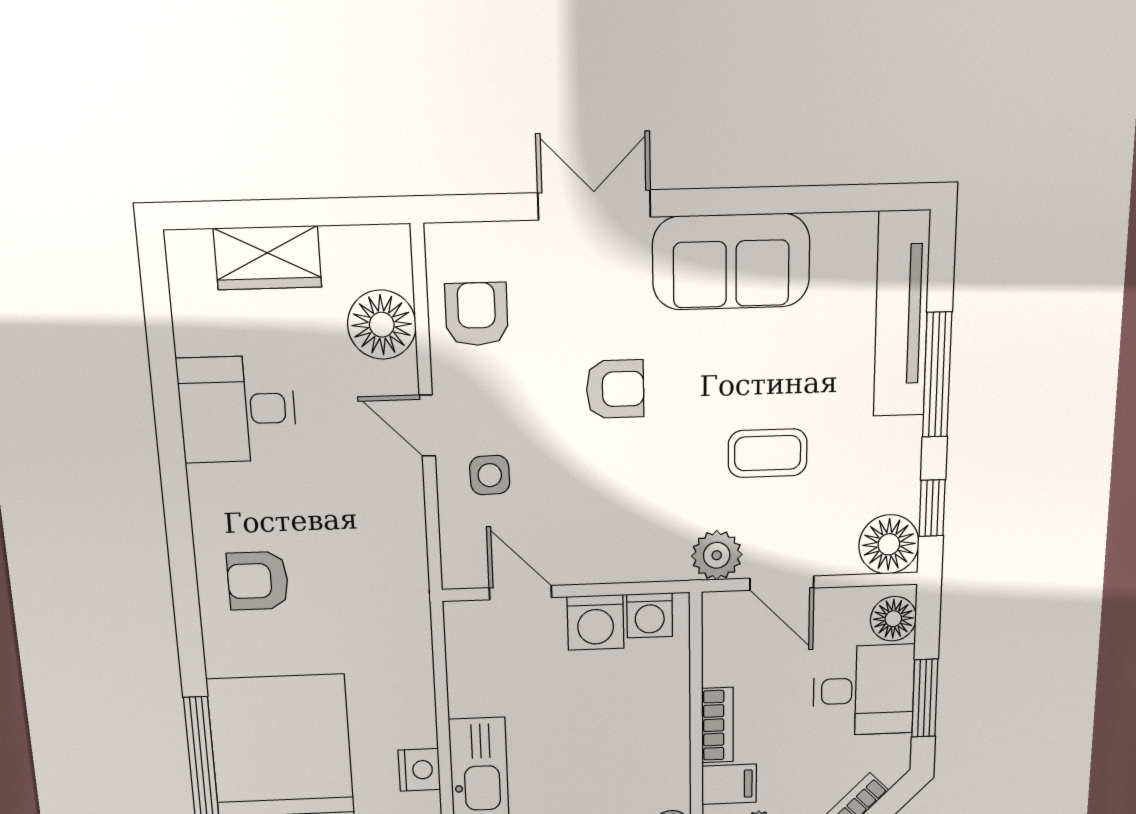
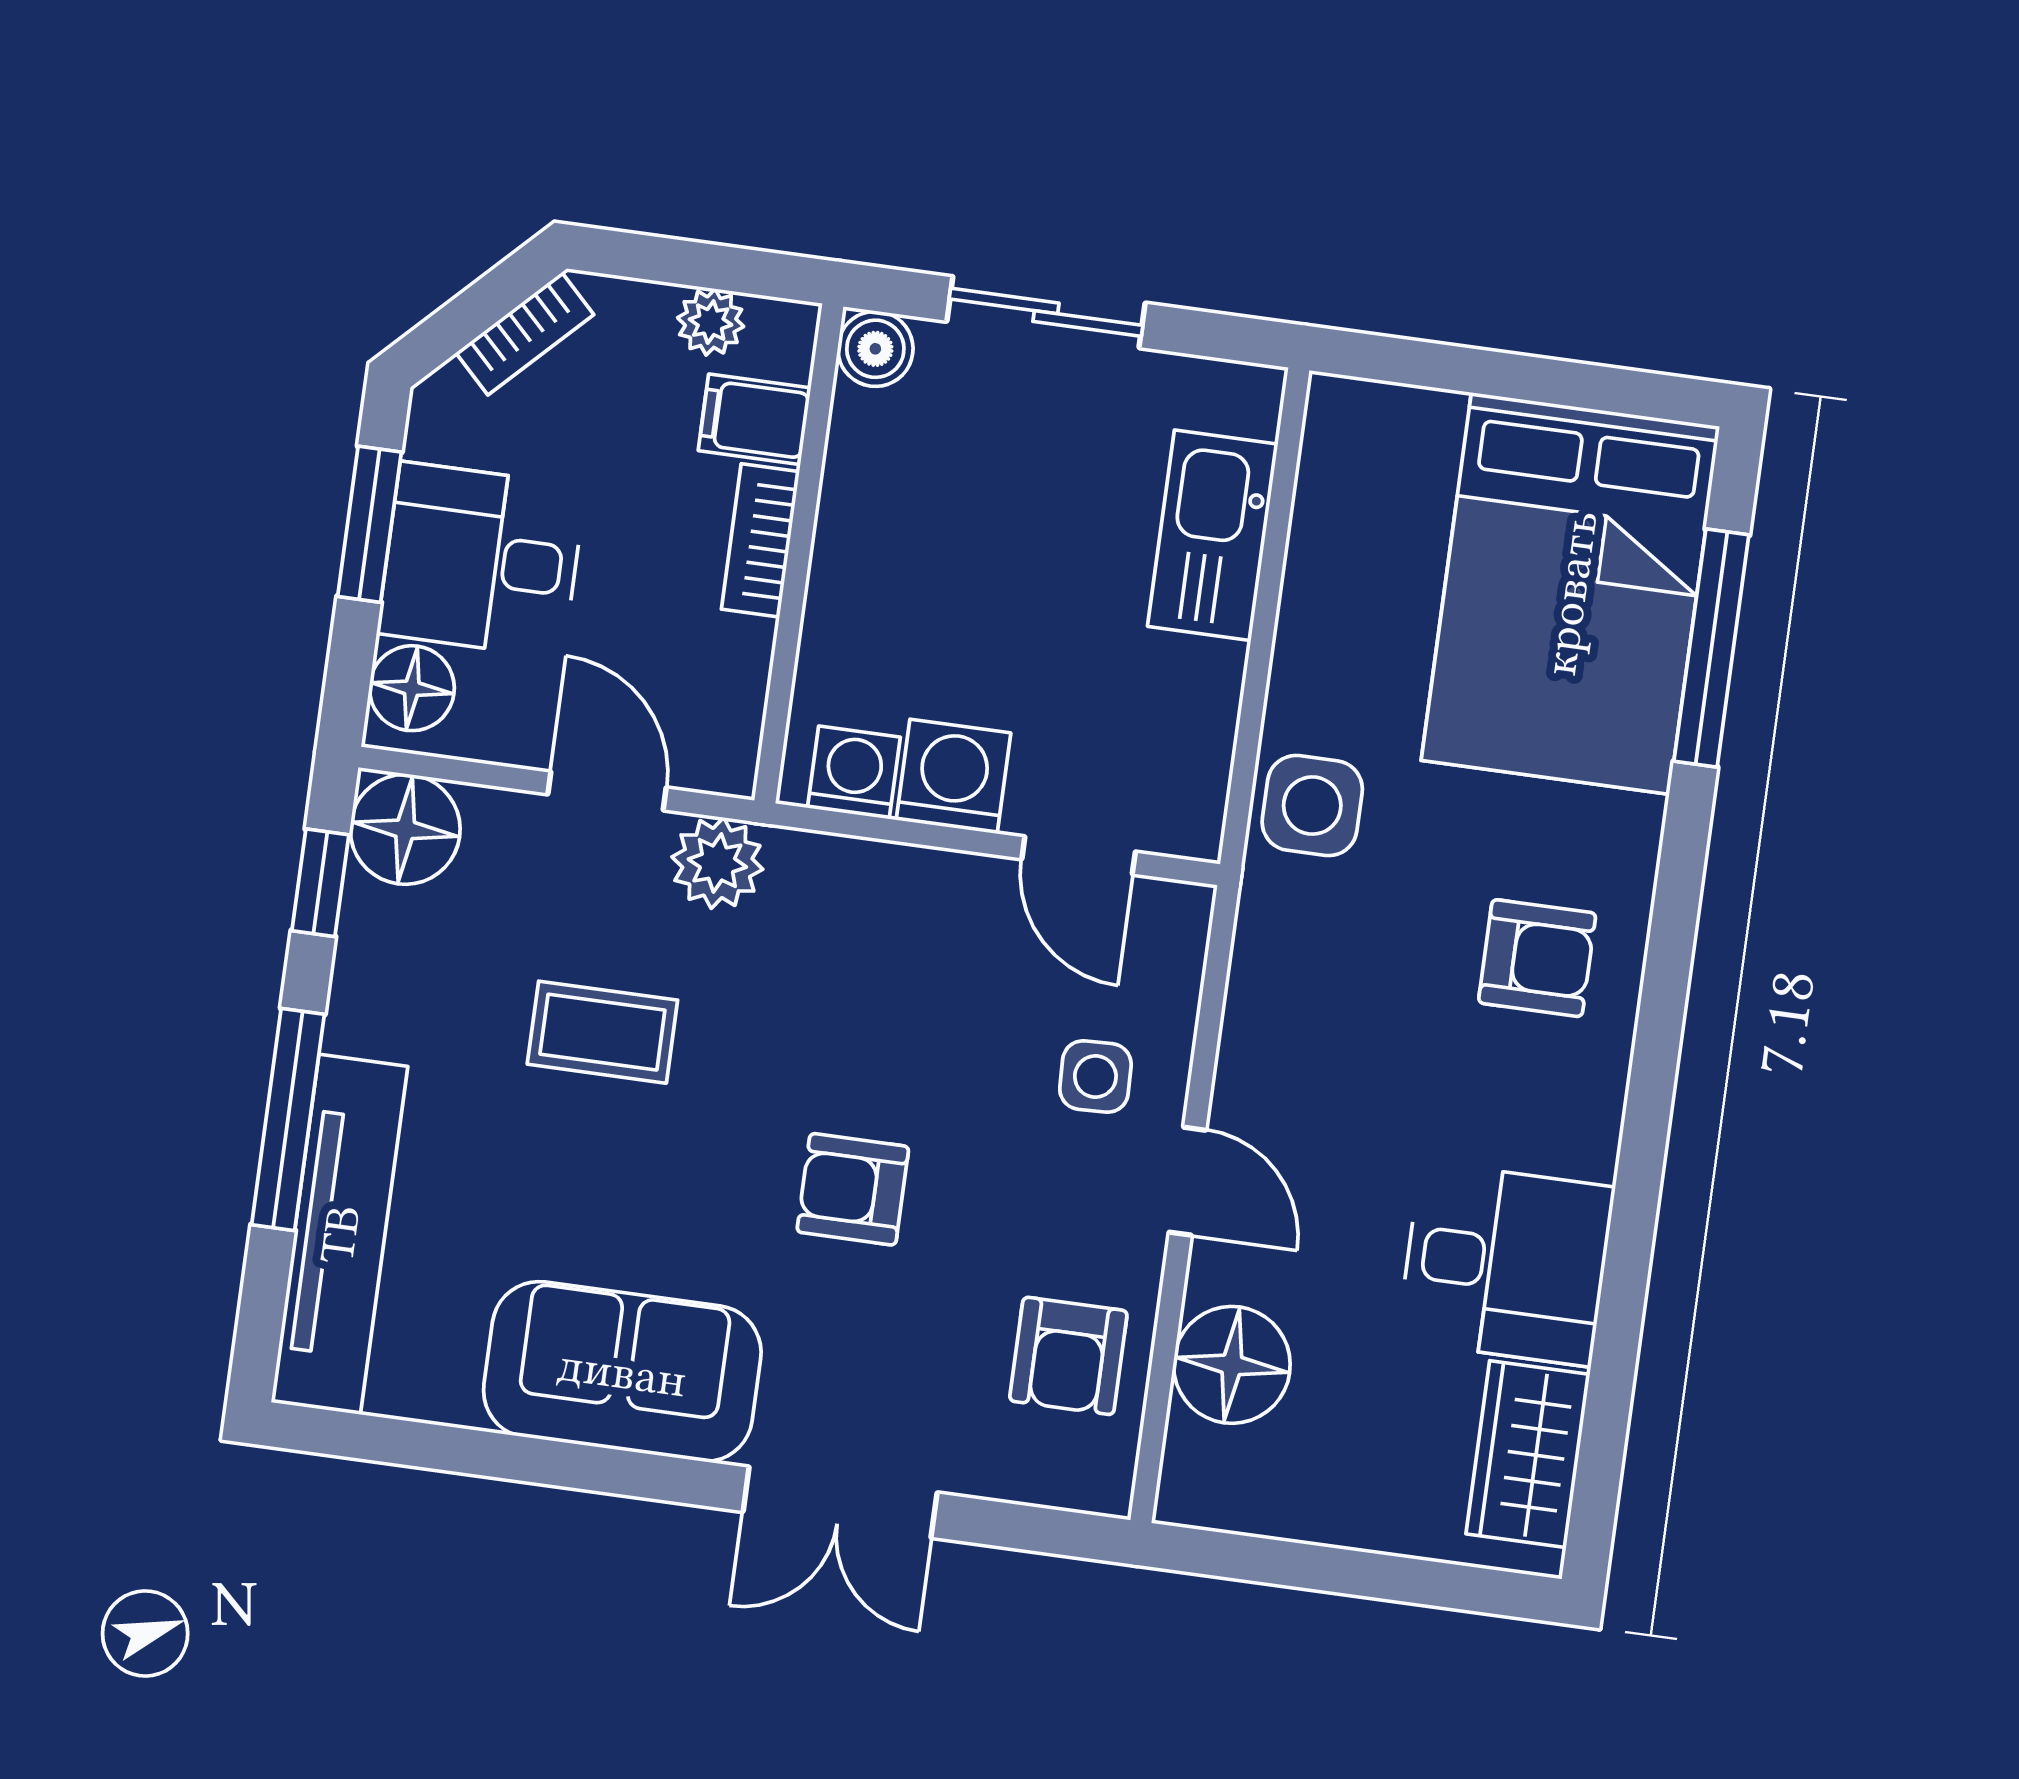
wardrobe: (268, 258) -> (1528, 1454), moved, turned -90
side table: (398, 640) -> (1312, 806), added
nightstand: (419, 770) -> (1322, 552), removed

